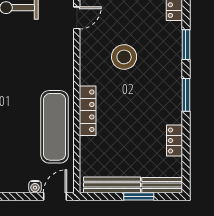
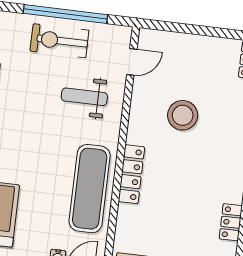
weight bench: (41, 52) -> (84, 97), added

